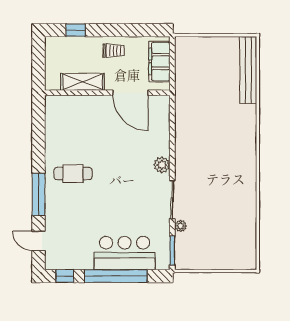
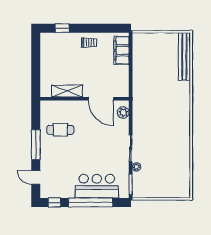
shelving: (83, 82) -> (67, 91), moved
wall: (107, 93) -> (85, 99), moved
door: (130, 93) -> (101, 99), moved
plant: (162, 165) -> (123, 113), moved

